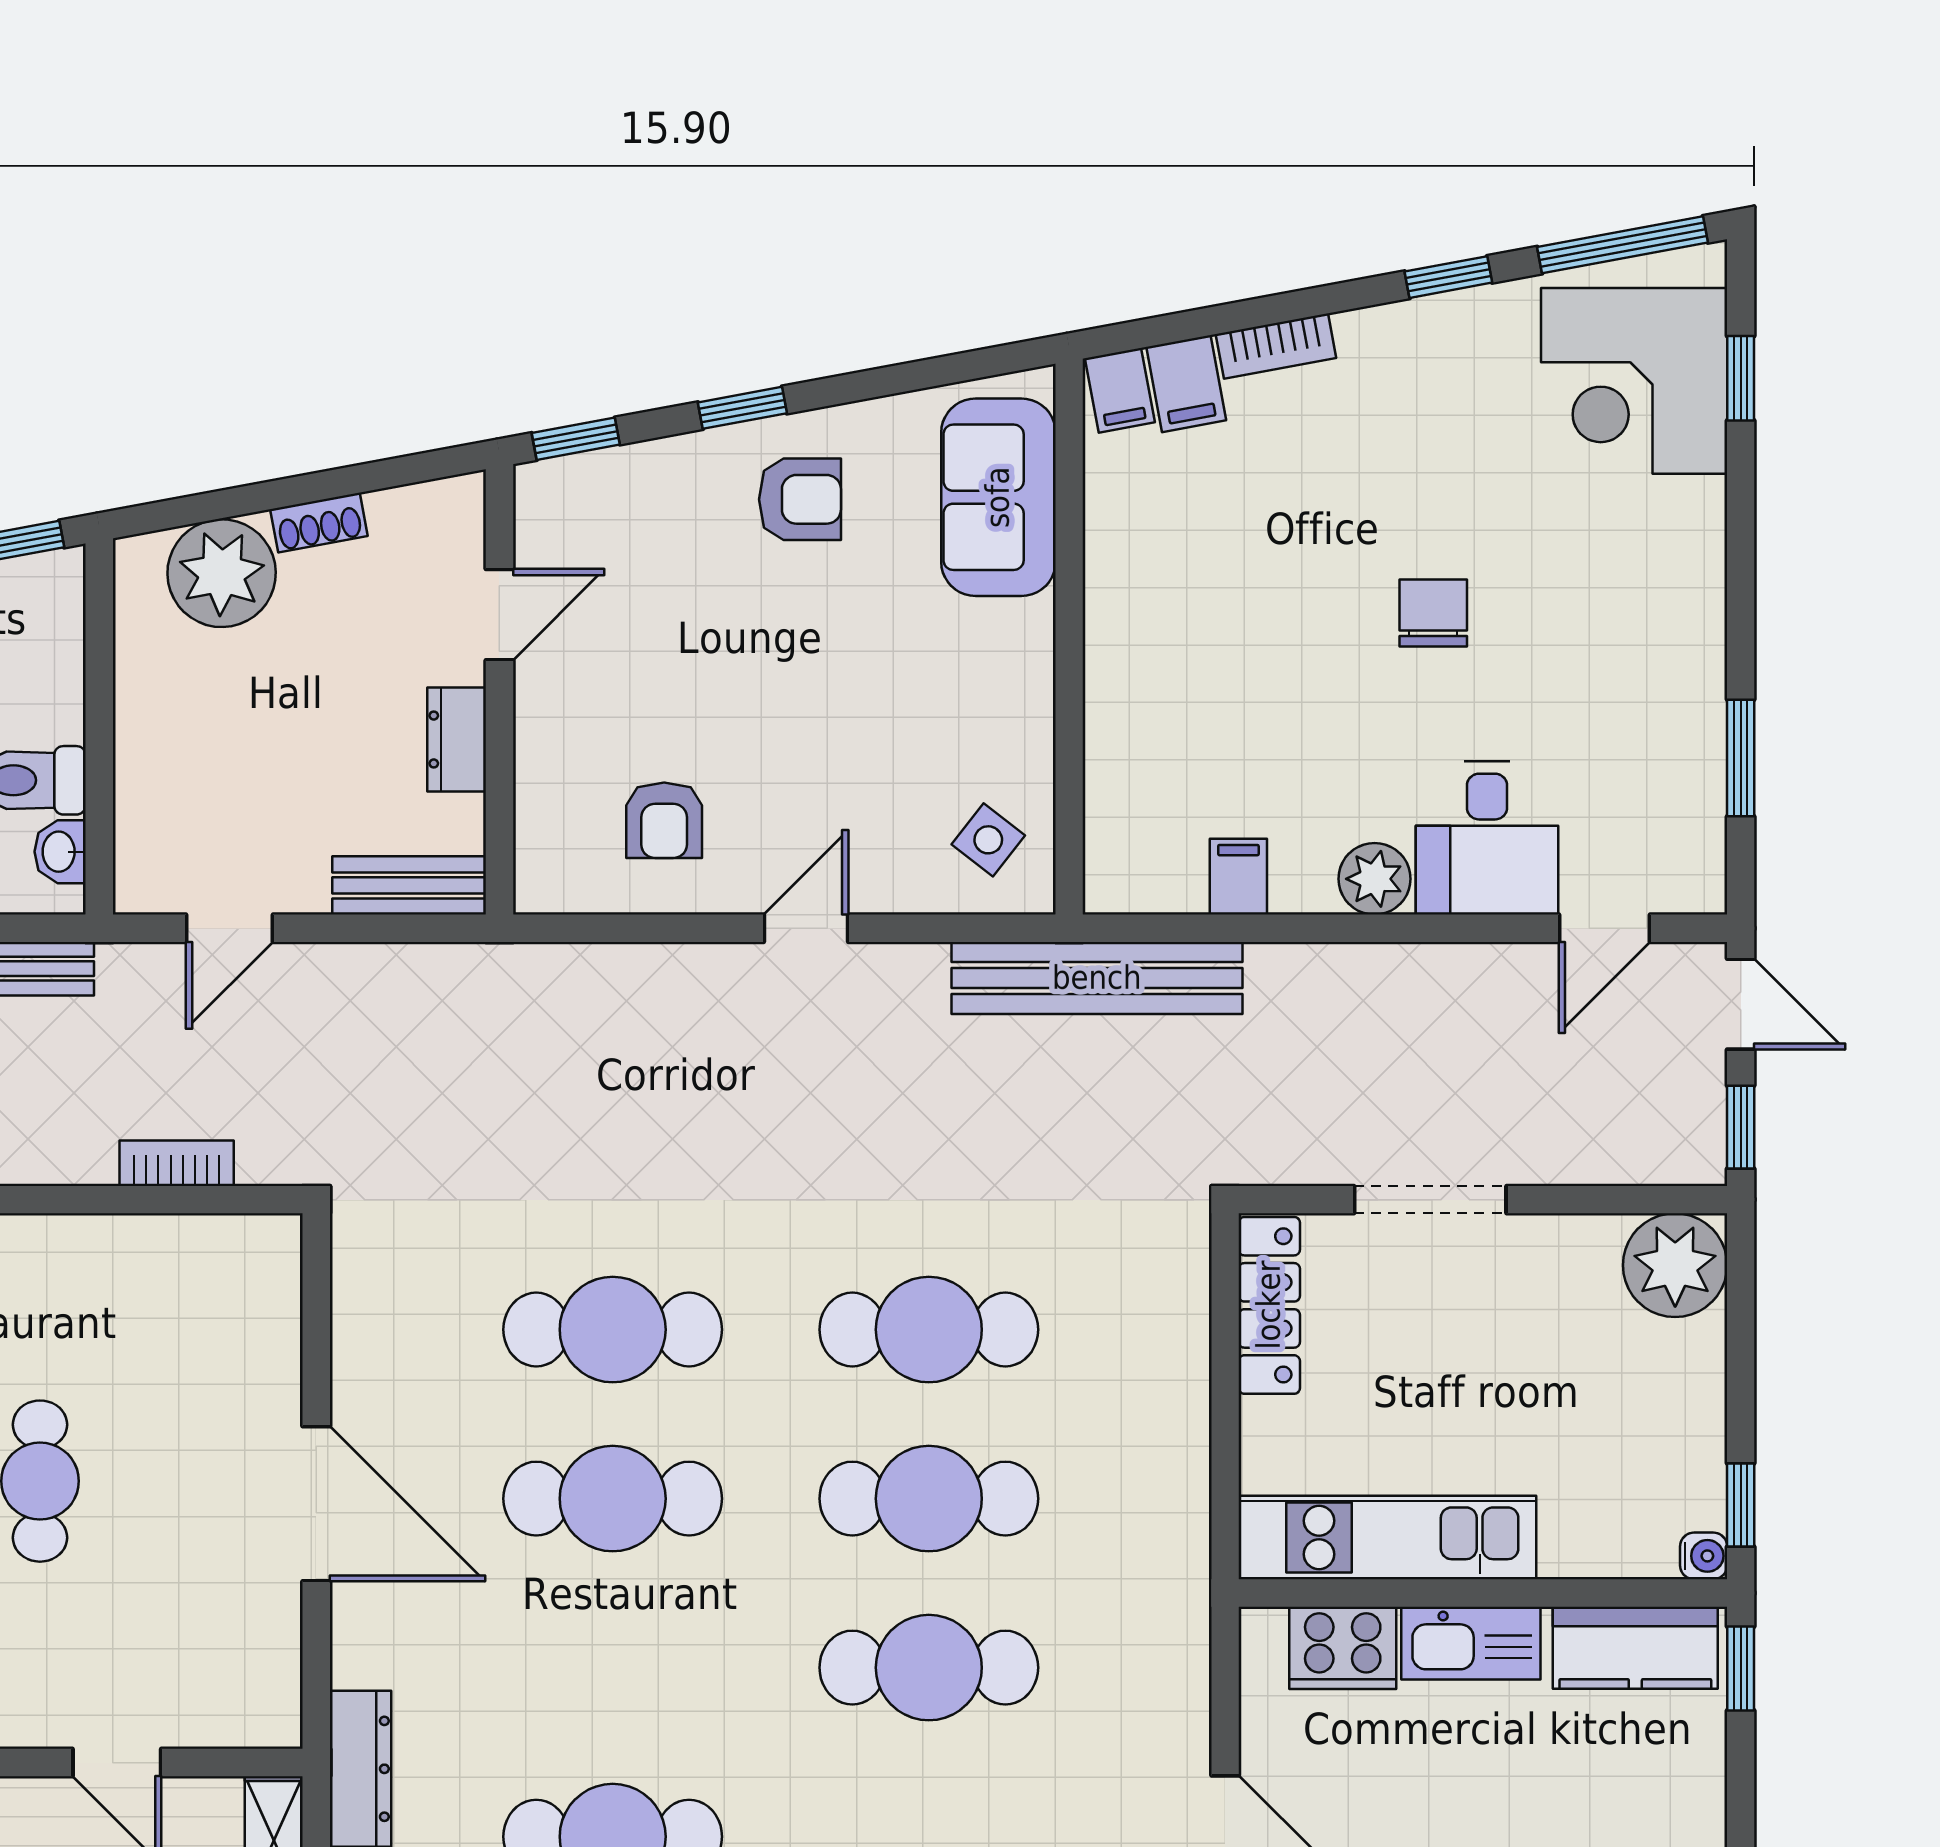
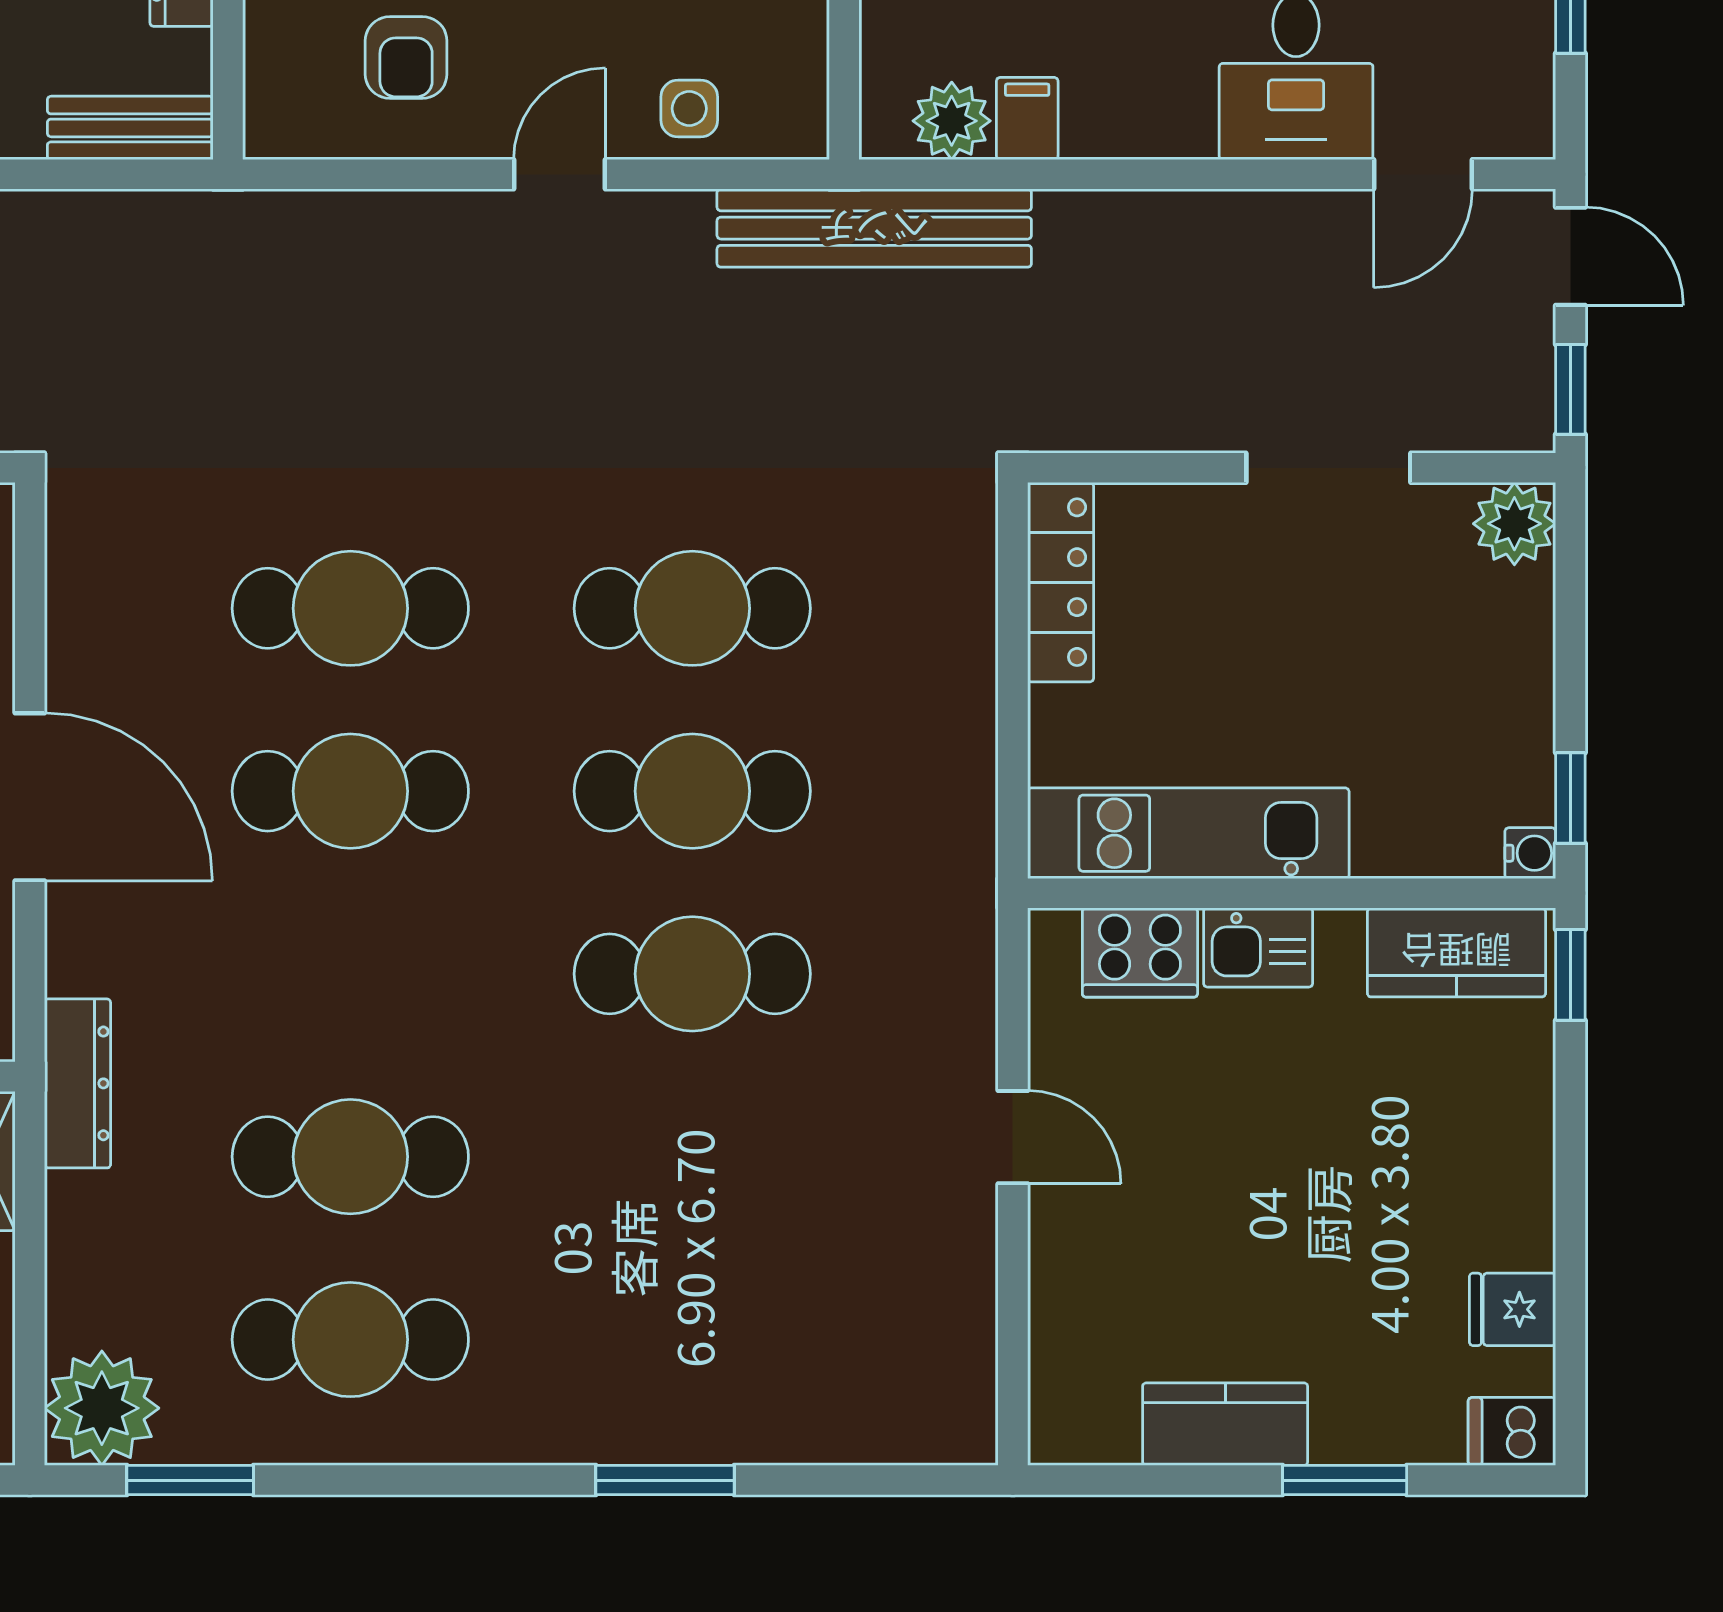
side table: (988, 840) -> (689, 109), moved, turned -38
plant: (1375, 879) -> (952, 121), moved
doorway: (1430, 1200) -> (1328, 468), moved
plant: (1675, 1265) -> (1514, 524), width x0.73, depth x0.73
kitchen sink: (1471, 1643) -> (1258, 947), width x0.73

